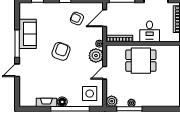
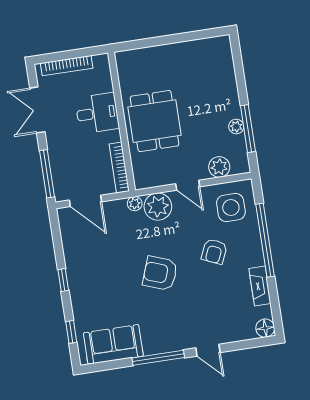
armchair: (77, 19) -> (214, 251), moved
sofa: (28, 34) -> (113, 344), moved
plant: (112, 101) -> (219, 167), moved
floor lamp: (62, 102) -> (265, 328), moved

